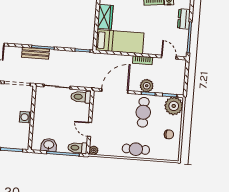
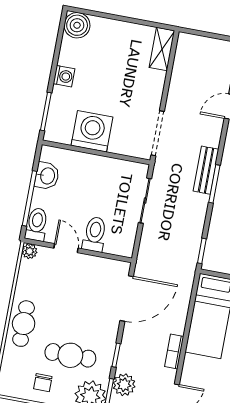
plant: (147, 86) -> (124, 385), moved
door: (115, 91) -> (127, 299), hinge flipped
toilet: (81, 97) -> (95, 234), moved
cafe table: (143, 112) -> (70, 355), moved
washing machine: (25, 117) -> (92, 131), width x1.89, depth x1.89
door: (90, 129) -> (66, 248), hinge flipped

